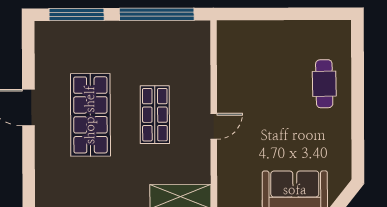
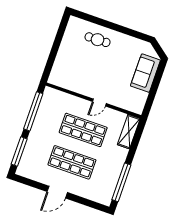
shop shelf: (155, 115) -> (83, 130), width x1.43, depth x1.36
door: (214, 126) -> (99, 102), swing flipped

